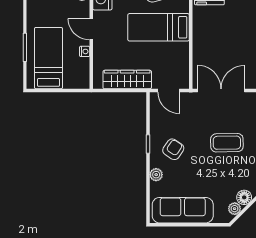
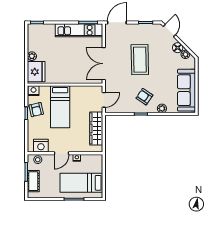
coffee table: (227, 143) -> (140, 60), width x1.36, depth x1.32

